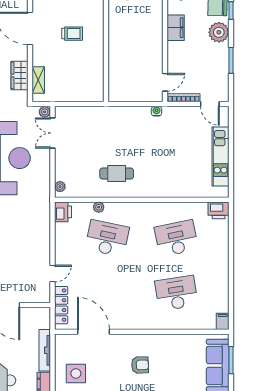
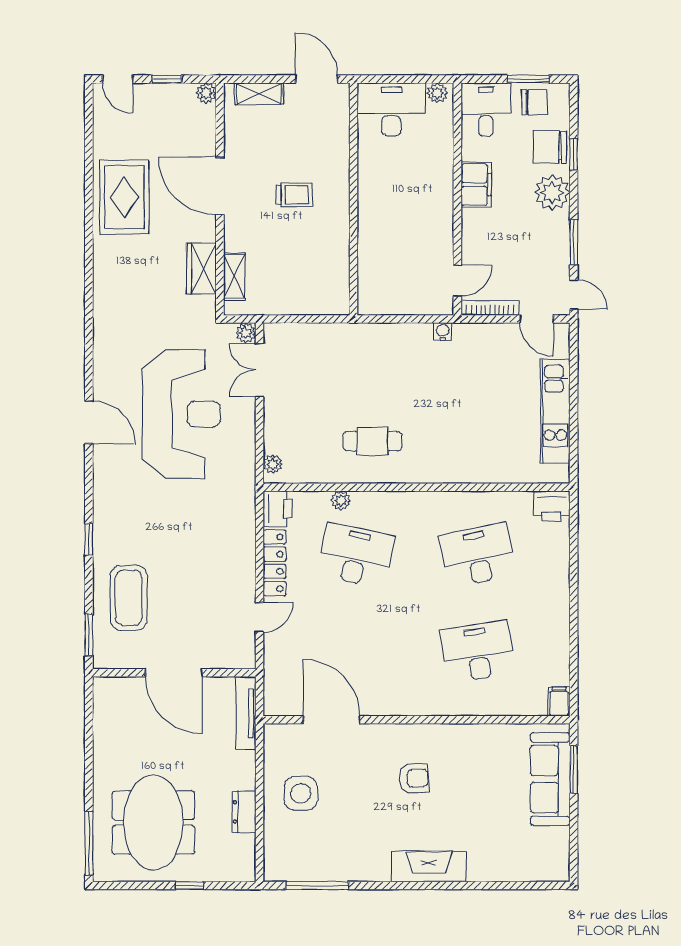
door: (231, 90) -> (574, 295), added
locker: (61, 305) -> (275, 563), moved
tv unit: (45, 350) -> (246, 713), moved

